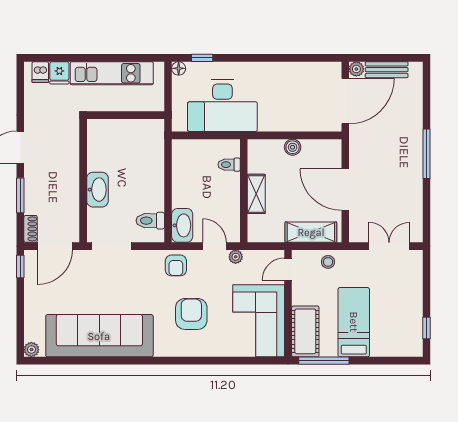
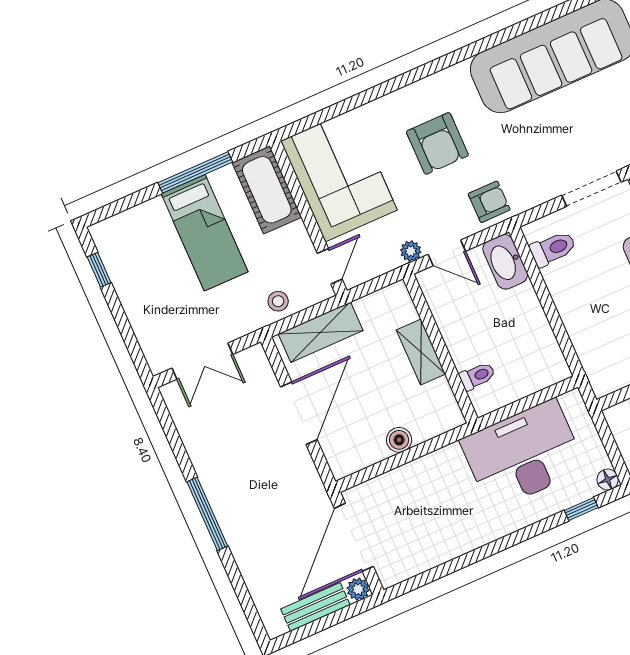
door: (345, 190) -> (299, 413), hinge flipped
armchair: (176, 265) -> (489, 202), turned 90
window: (324, 361) -> (195, 172), moved

